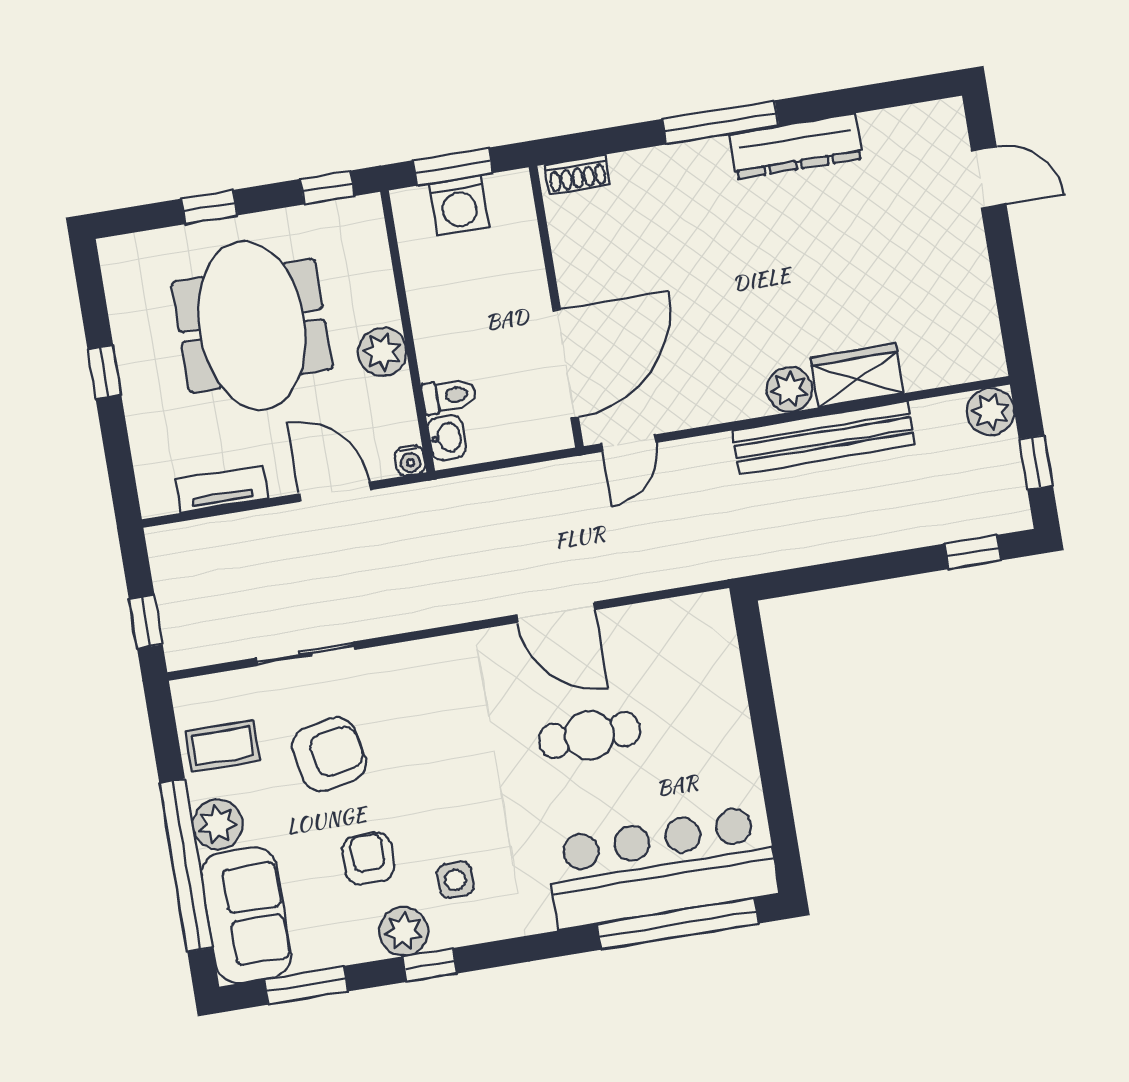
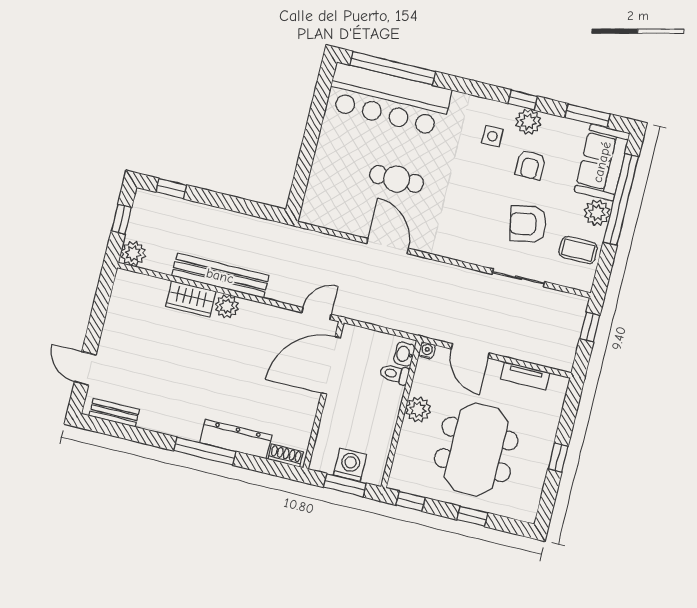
bench: (906, 122) -> (114, 413), added
dresser: (796, 146) -> (236, 439), moved

